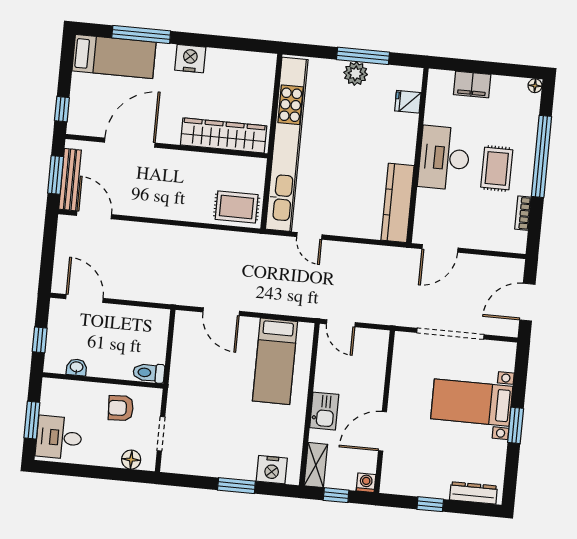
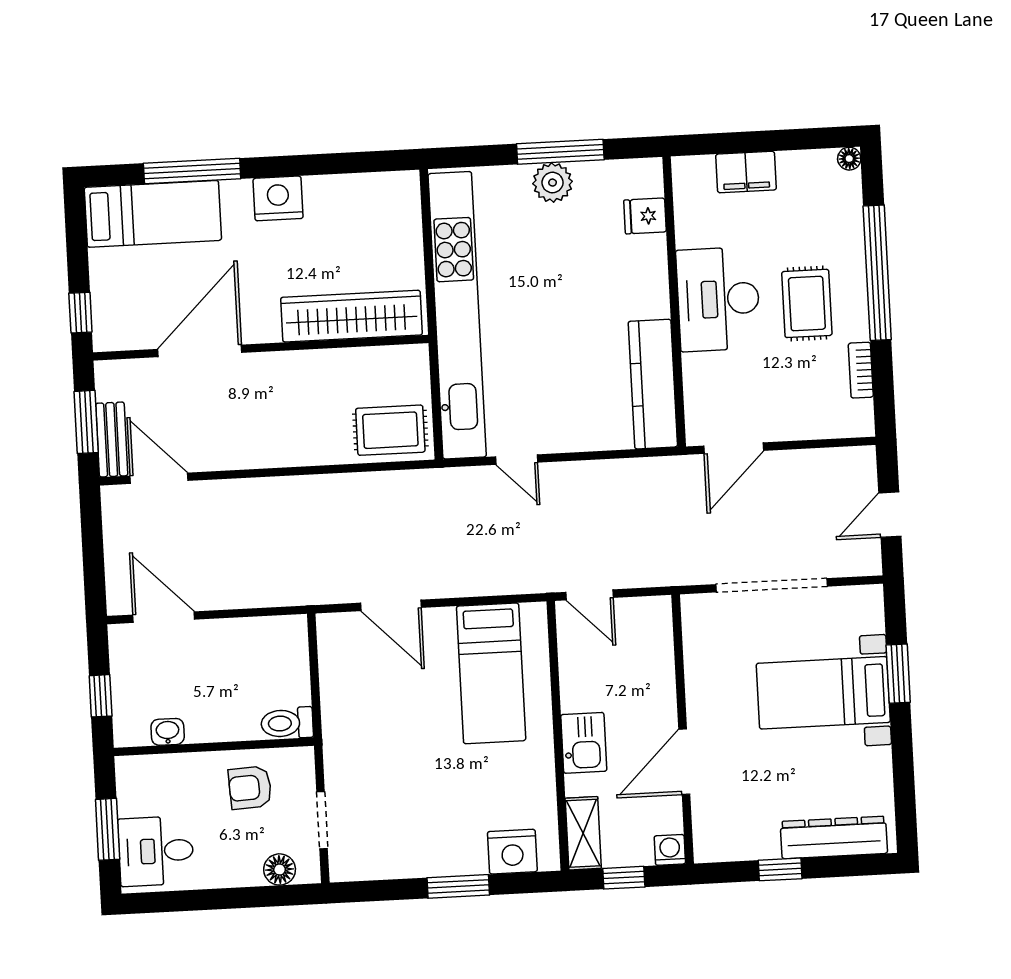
bench: (70, 180) -> (112, 439), width x0.73
door: (527, 302) -> (890, 515), width x0.73
window: (516, 425) -> (898, 674), moved
dresser: (473, 493) -> (834, 837), width x1.37, depth x1.24

